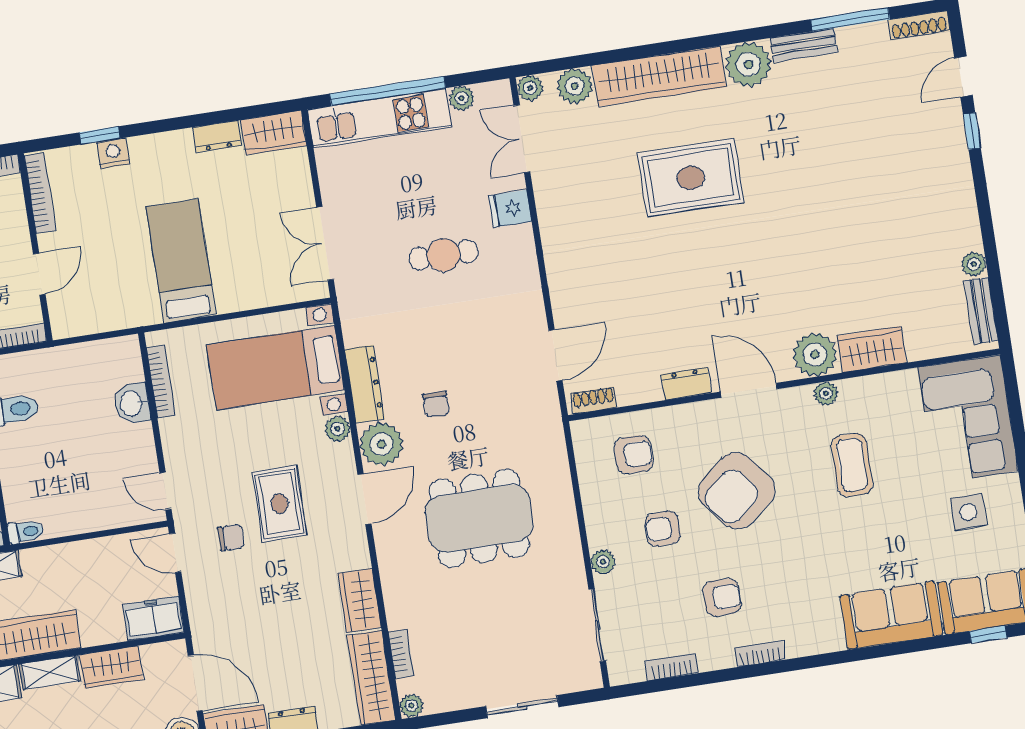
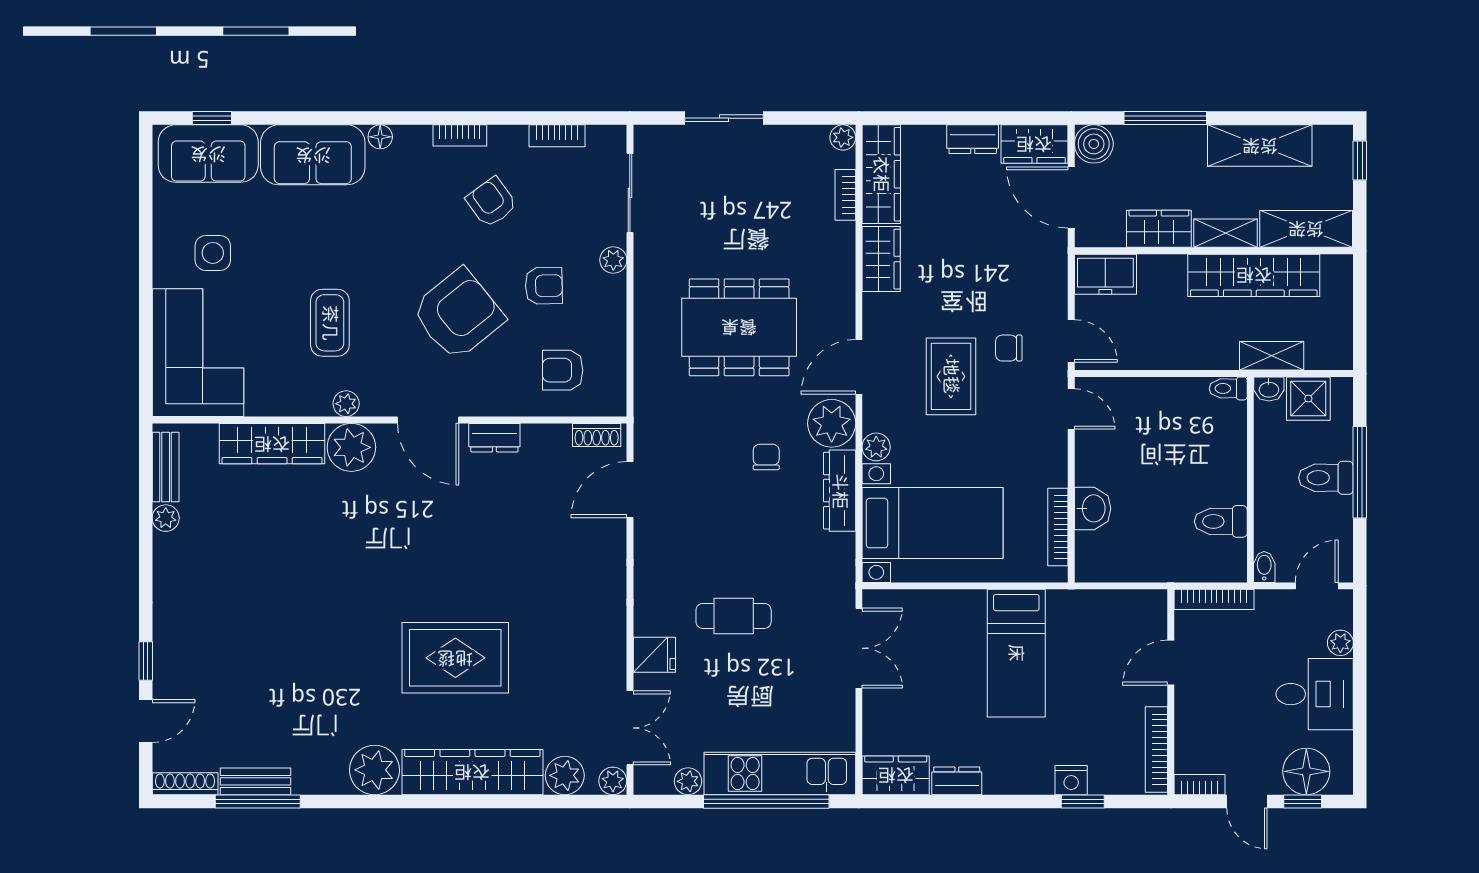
bench: (804, 45) -> (256, 781), moved
wardrobe: (872, 349) -> (272, 444), width x1.50
armchair: (722, 597) -> (491, 202), turned 54
floor lamp: (832, 641) -> (380, 137), added

